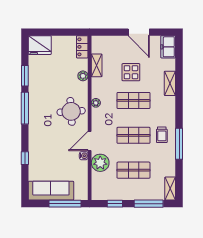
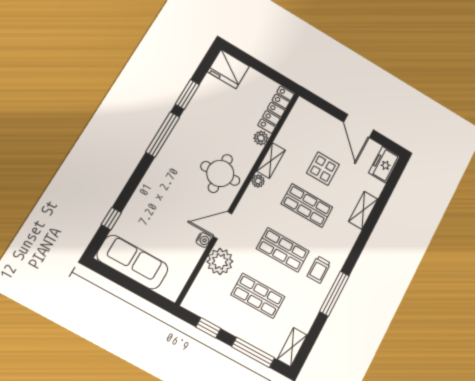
locker: (82, 47) -> (276, 110), width x1.53
shelving: (97, 65) -> (271, 161), moved
window: (25, 158) -> (111, 219), moved
window: (65, 204) -> (141, 291), removed

